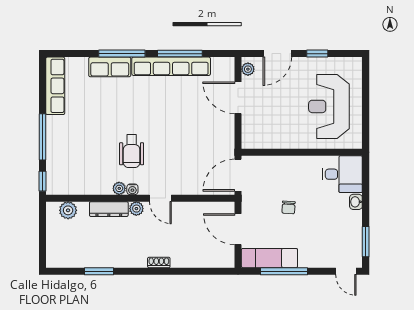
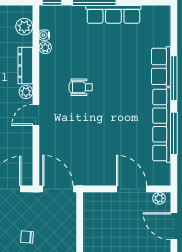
row of seats: (55, 86) -> (113, 14), moved
door: (238, 98) -> (132, 189), hinge flipped
wheelchair: (132, 151) -> (81, 87), width x0.73, depth x0.73
plant: (119, 188) -> (45, 48), moved
water cooler: (132, 189) -> (44, 35), moved

